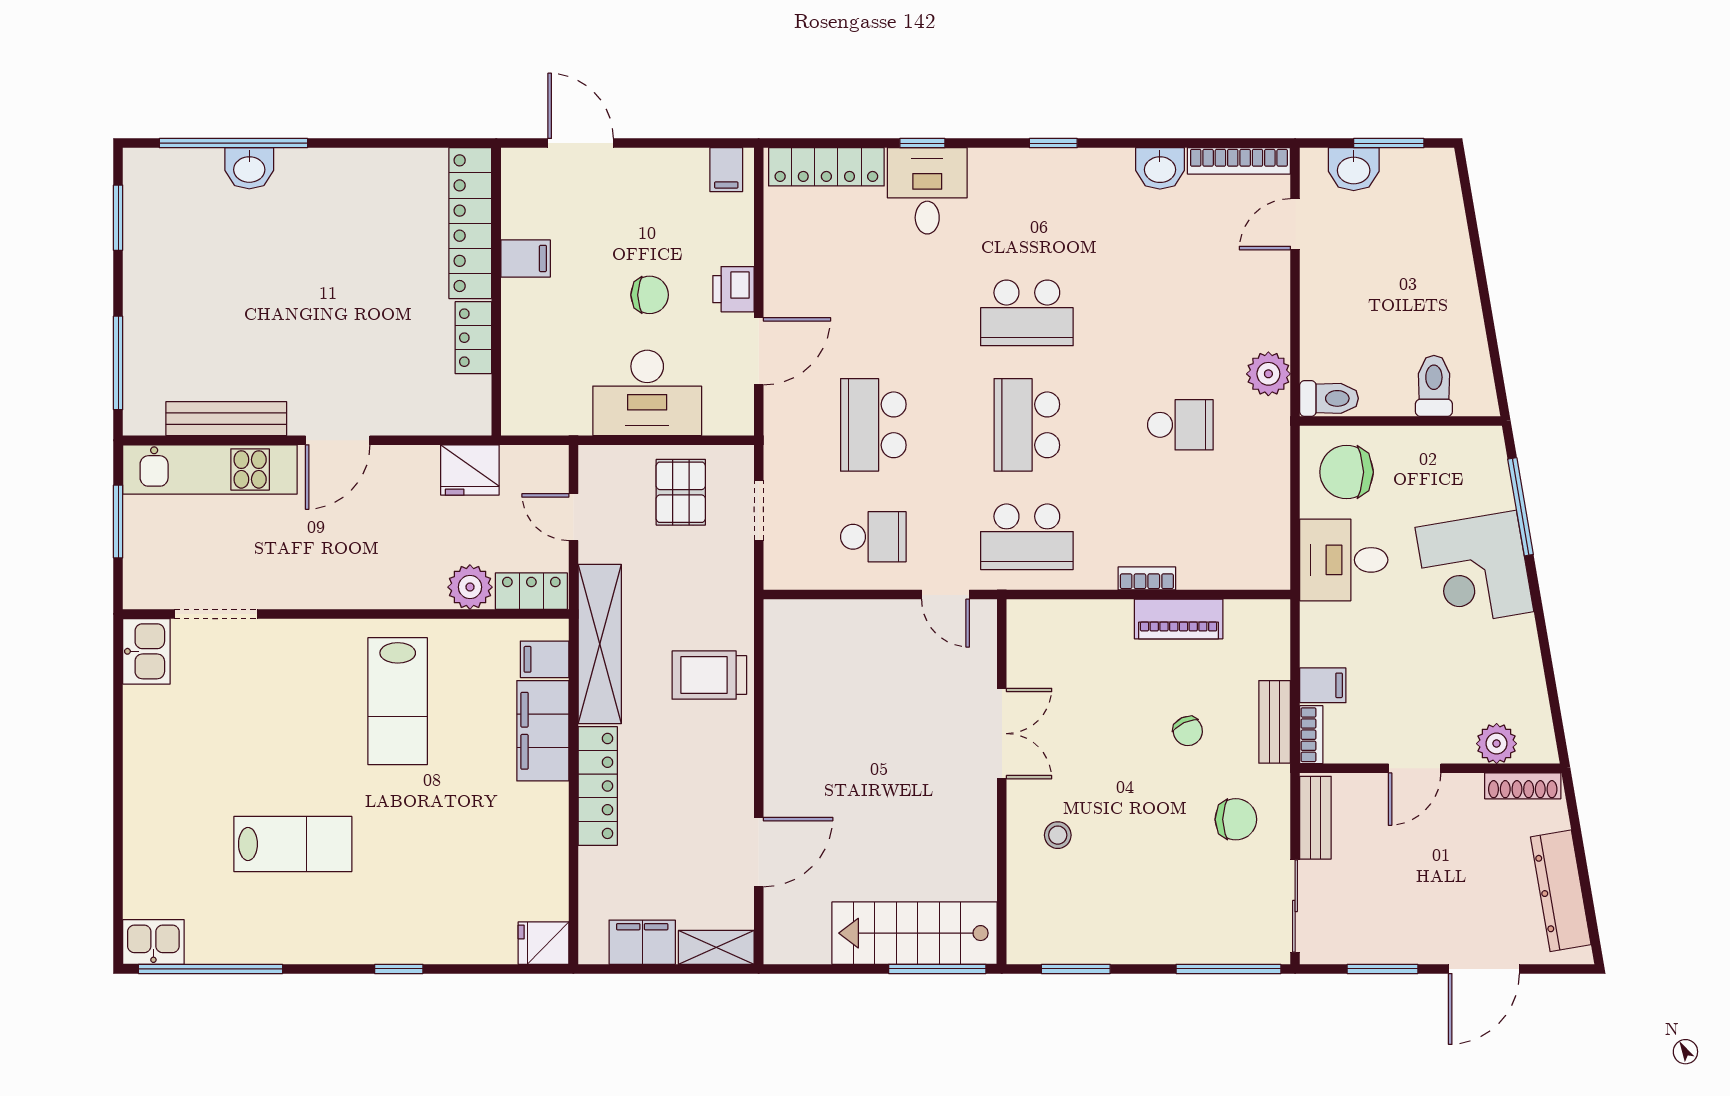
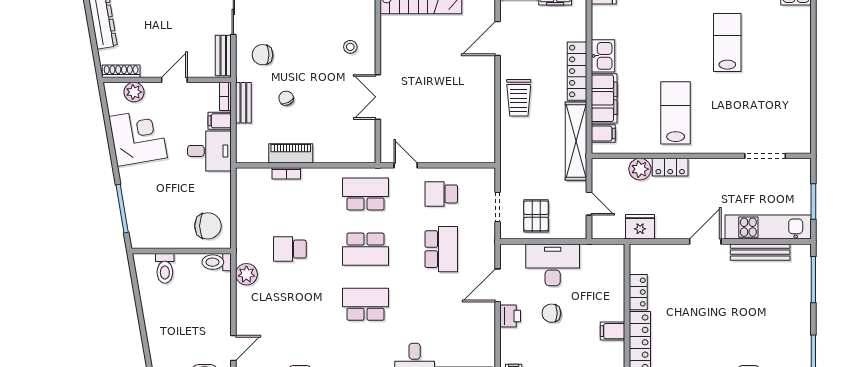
school desk: (1027, 425) -> (366, 249), turned 90
desk: (1344, 560) -> (209, 151), moved
corner desk: (1474, 570) -> (138, 137), moved
bookcase: (1147, 578) -> (286, 173), moved
locker: (531, 591) -> (670, 167), moved
kitchen sink: (146, 651) -> (603, 56), moved, turned 180
trolley: (709, 675) -> (519, 98), moved, turned 90
lab bench: (293, 844) -> (727, 42), turned 90

